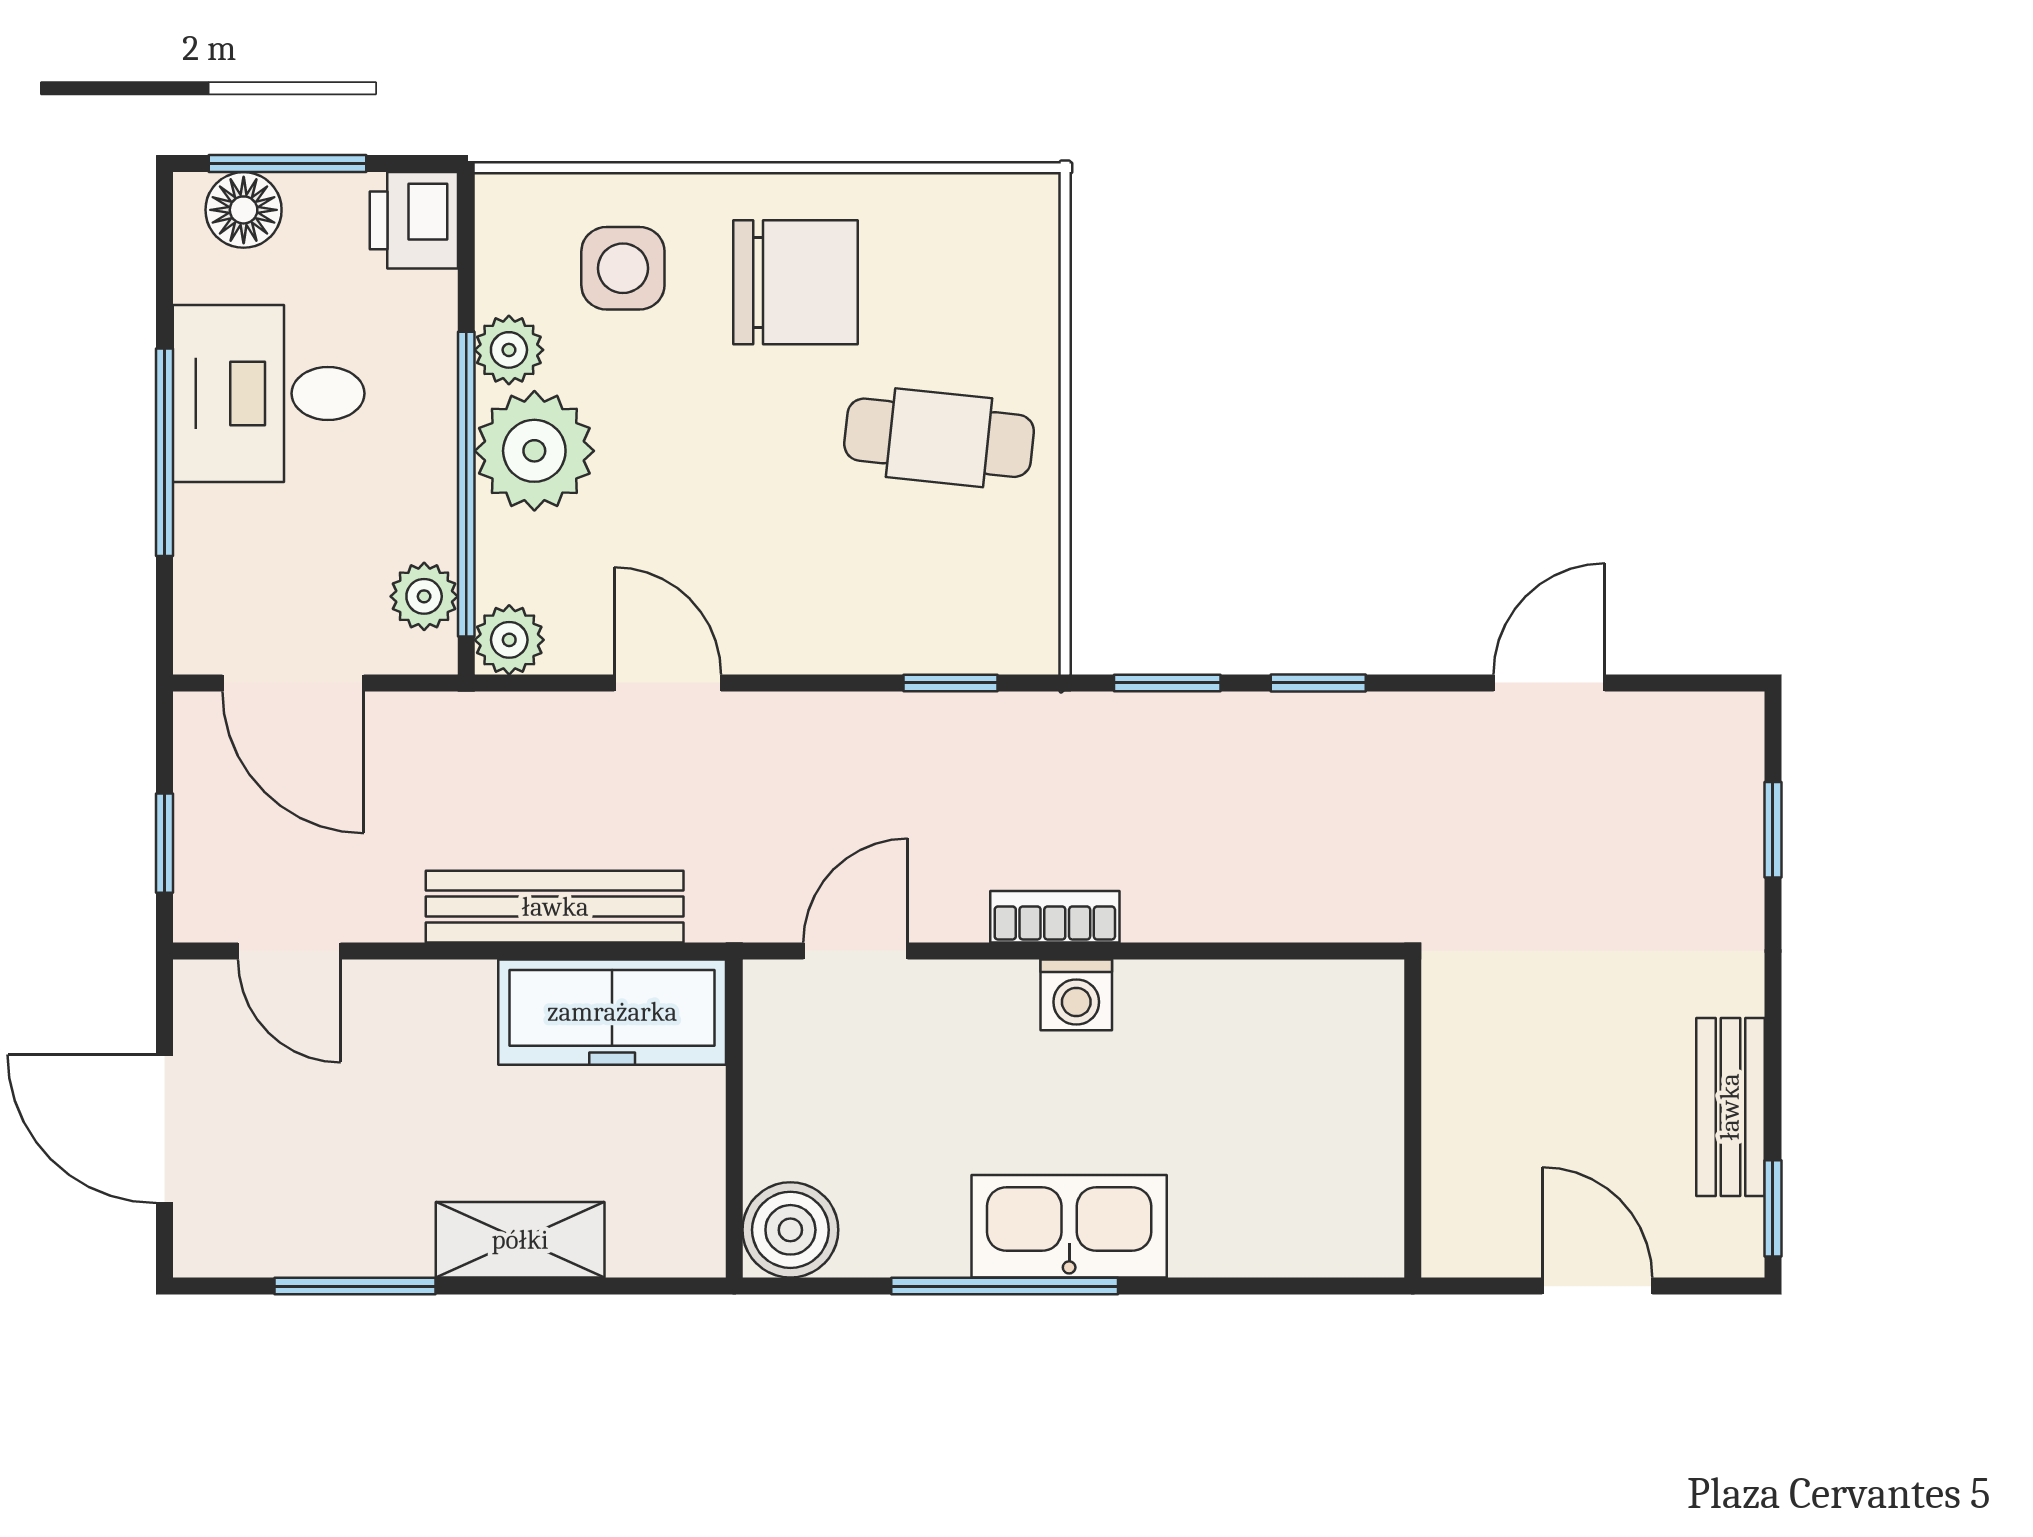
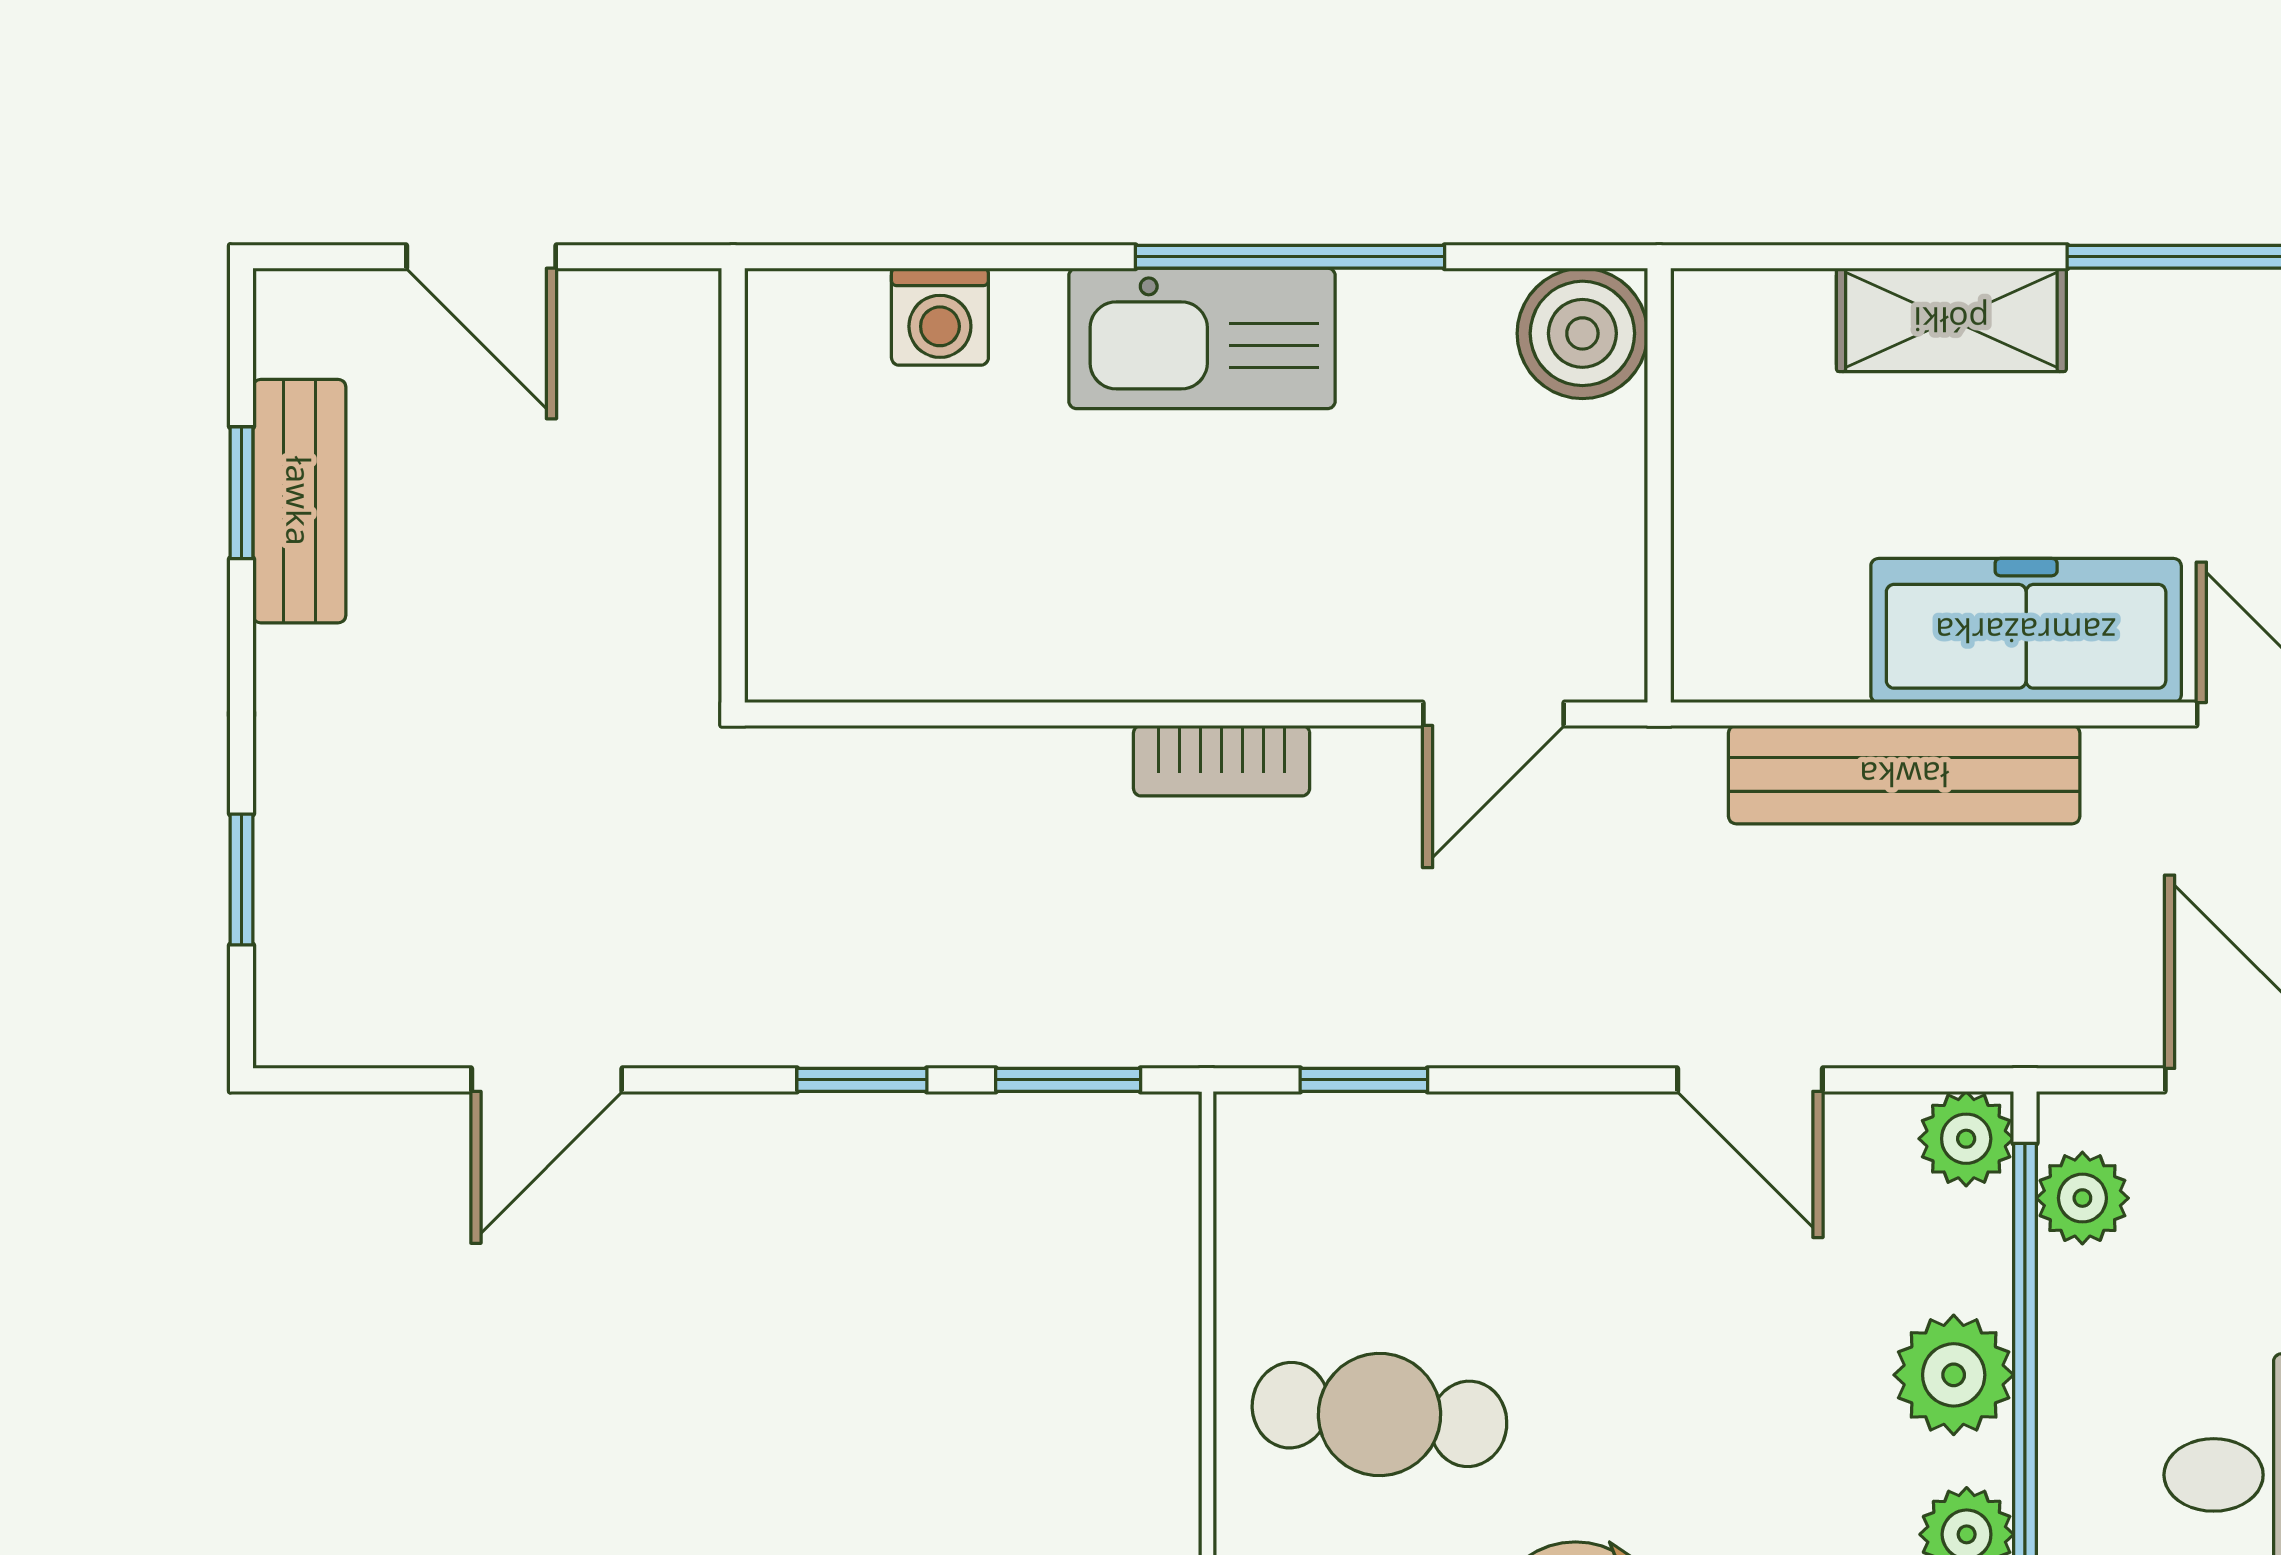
plant: (534, 451) -> (1954, 1375), width x0.73, depth x0.73
washing machine: (1076, 995) -> (940, 317), moved, turned 180
freezer: (612, 1012) -> (2026, 631), moved
window: (1773, 1208) -> (241, 493), moved

